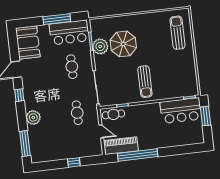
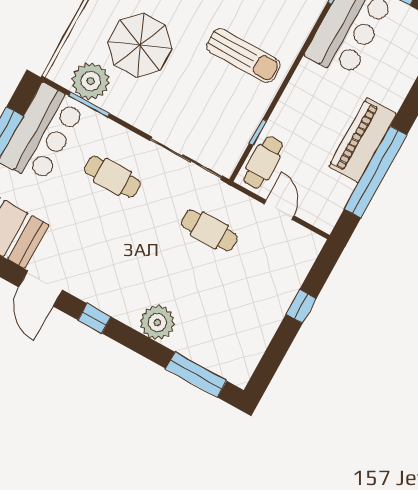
plant: (100, 46) -> (91, 81), moved
door: (101, 131) -> (279, 210), hinge flipped
piano: (121, 146) -> (363, 140), moved

